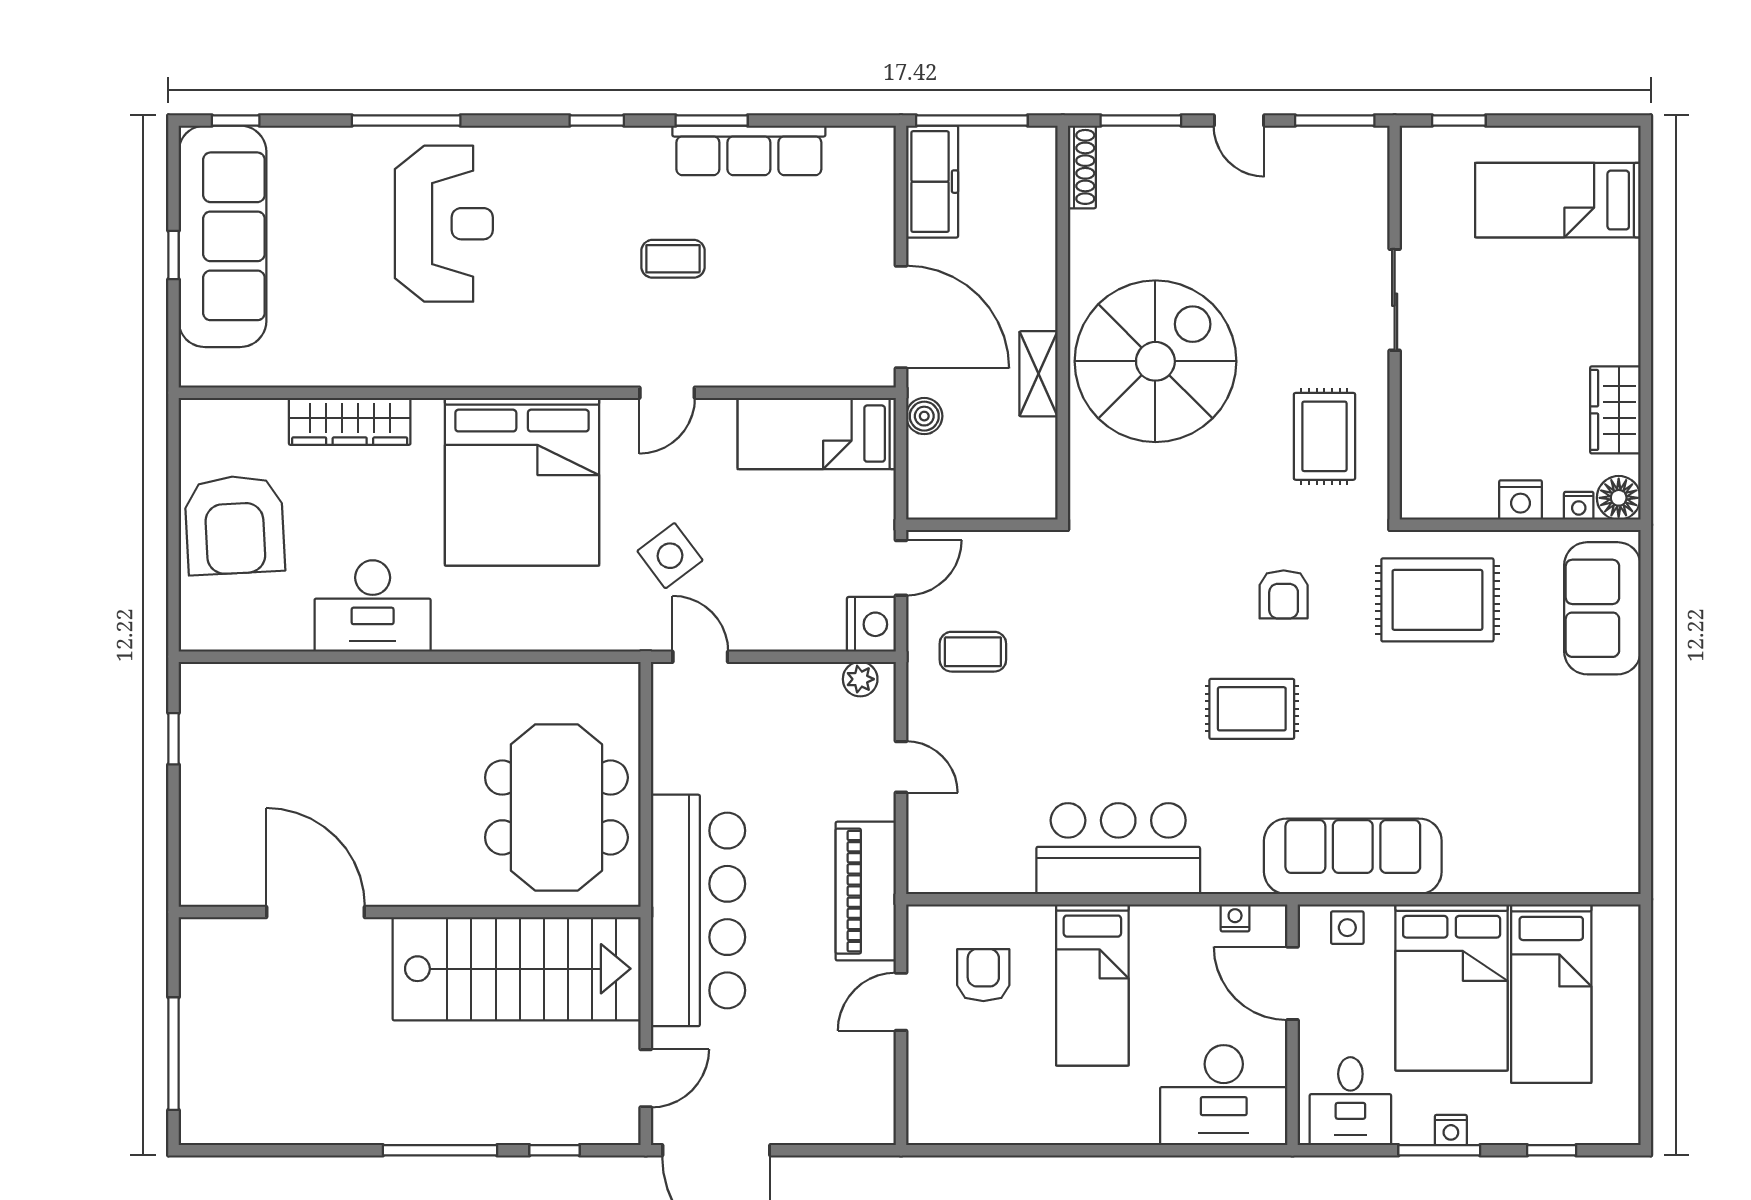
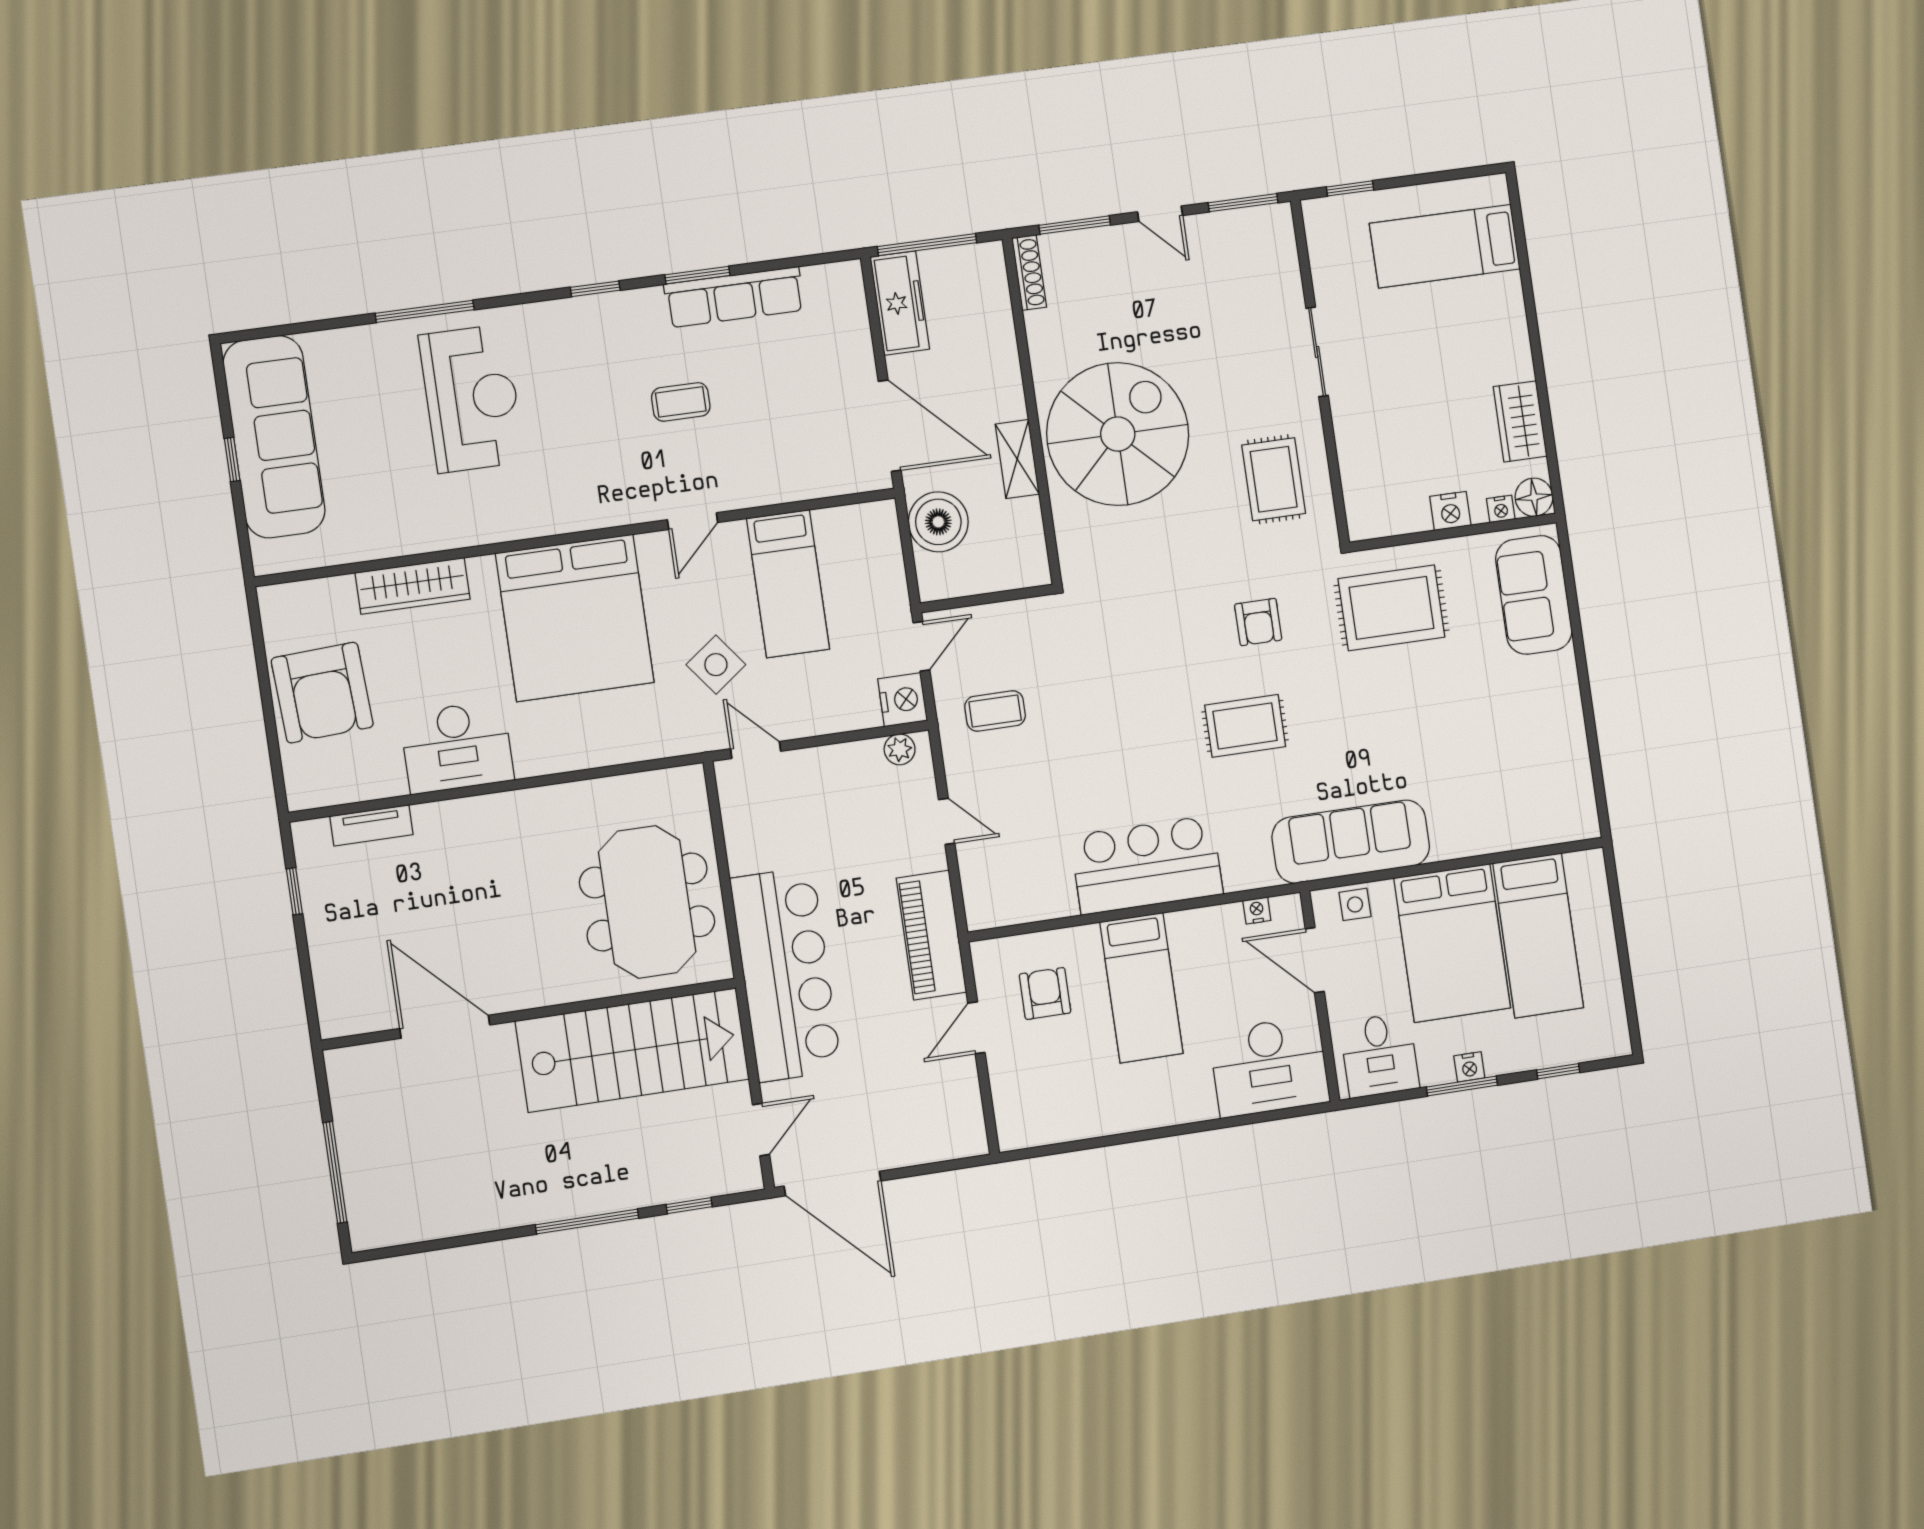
window: (236, 121) -> (271, 332), removed
boiler: (924, 416) -> (938, 522), width x1.86, depth x1.86
bed: (817, 434) -> (788, 584), moved, turned -90
tv unit: (267, 679) -> (371, 825), added

